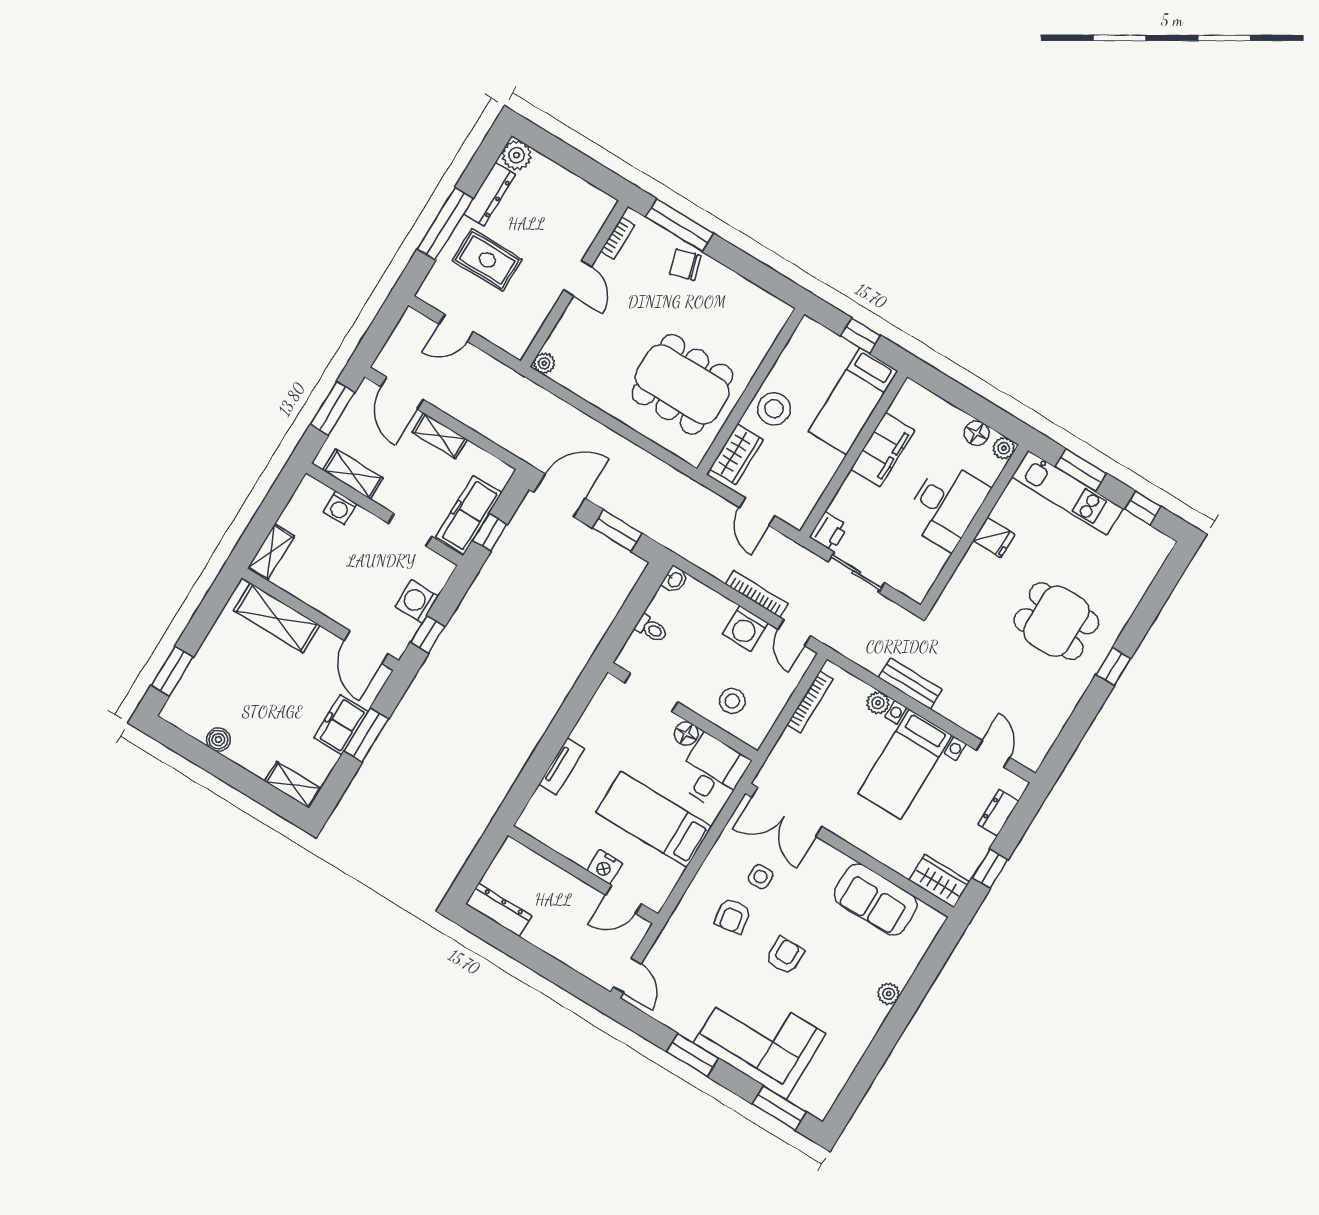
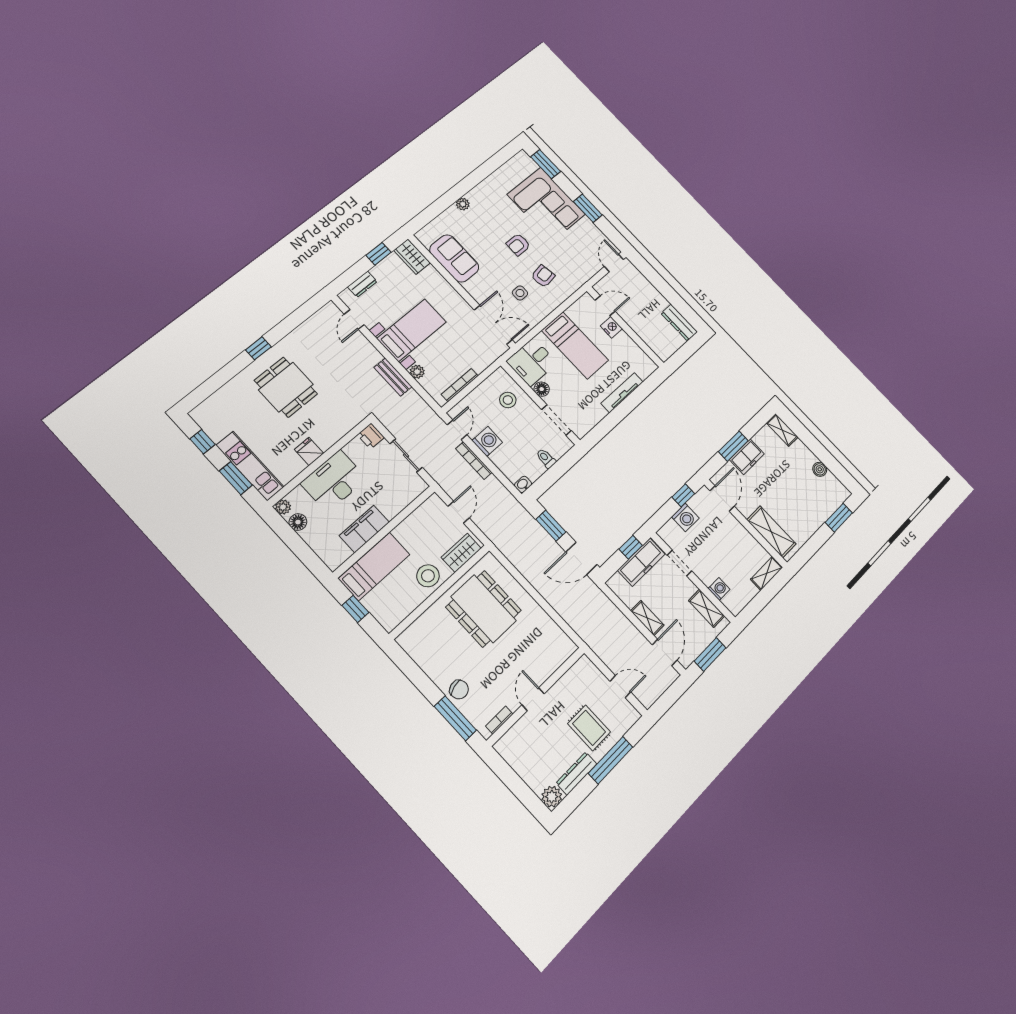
plant: (544, 363) -> (569, 647), removed
printer: (829, 531) -> (371, 436), moved, turned -90
tv unit: (562, 767) -> (622, 393), width x1.41

